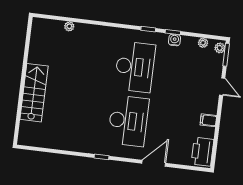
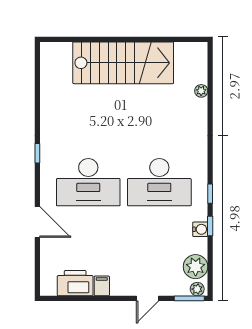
plant: (203, 43) -> (196, 267), width x1.88, depth x1.88
stairs: (34, 93) -> (123, 63), width x1.36, depth x1.51
printer: (202, 152) -> (75, 283), moved

